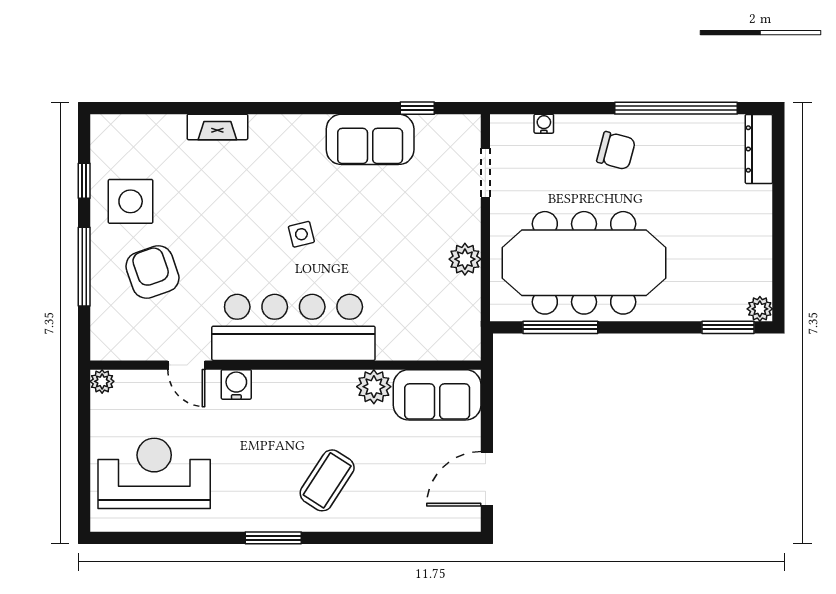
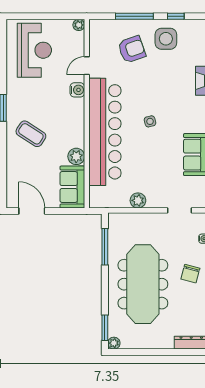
meeting table: (584, 263) -> (143, 284), moved
bar counter: (293, 327) -> (105, 132), width x1.36

